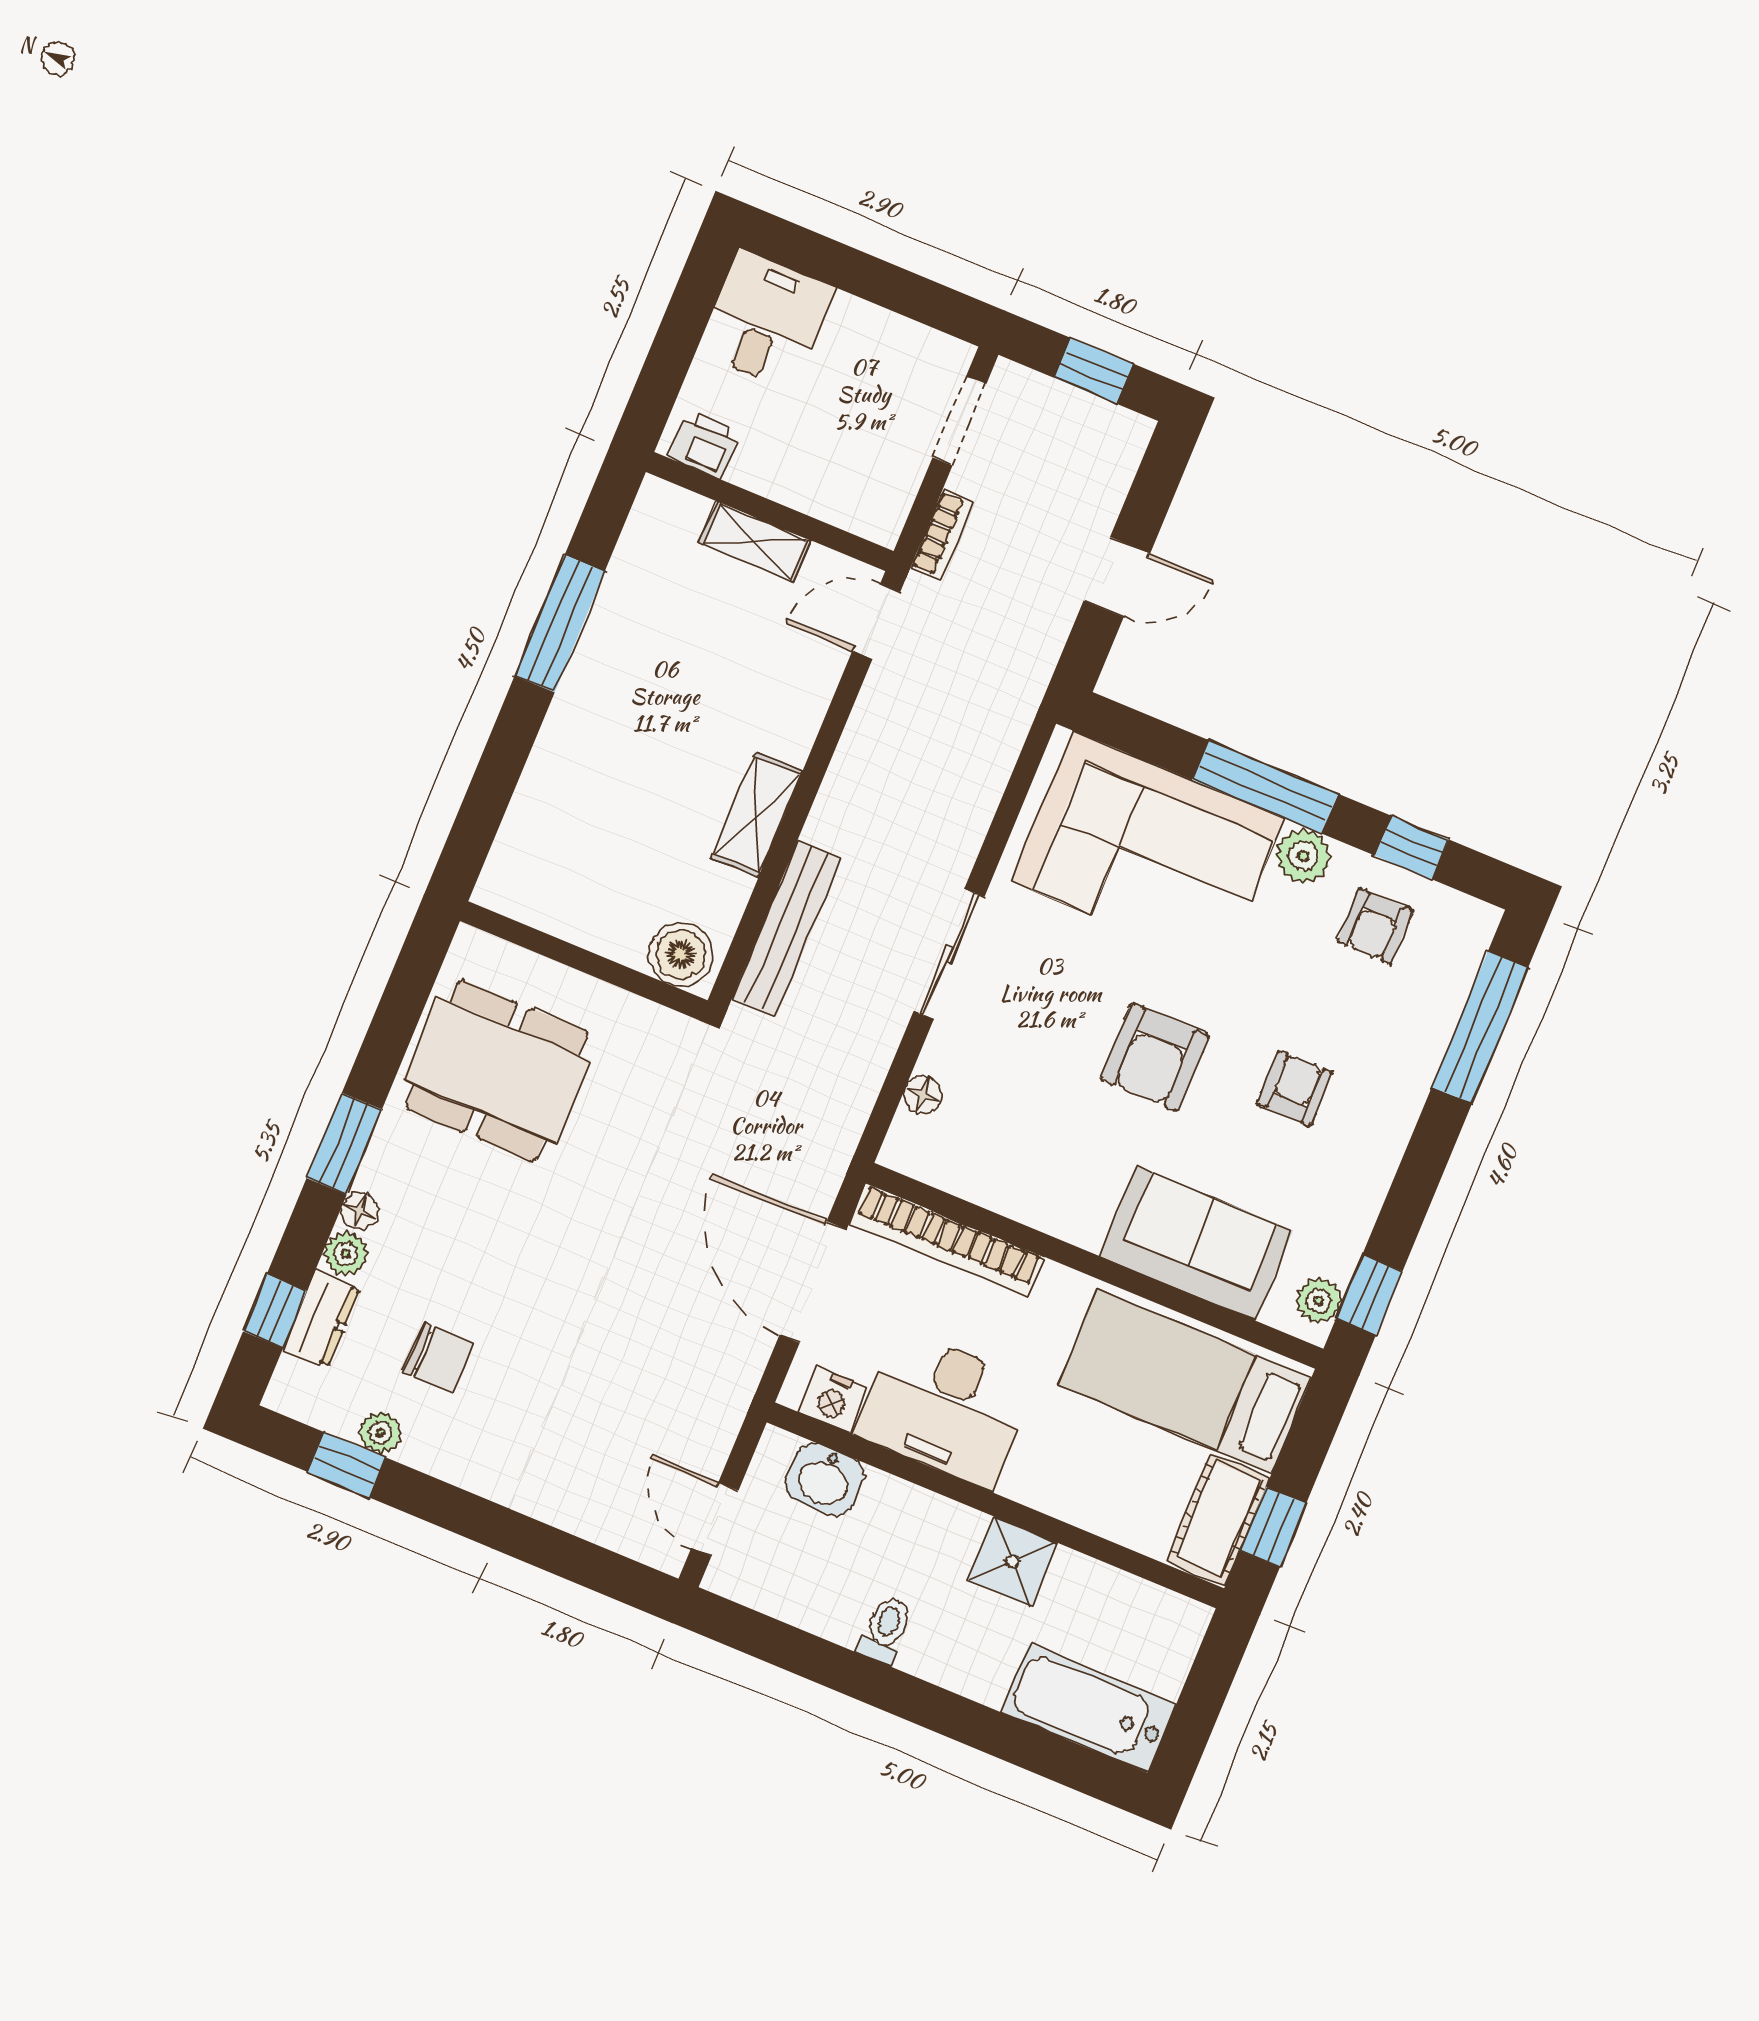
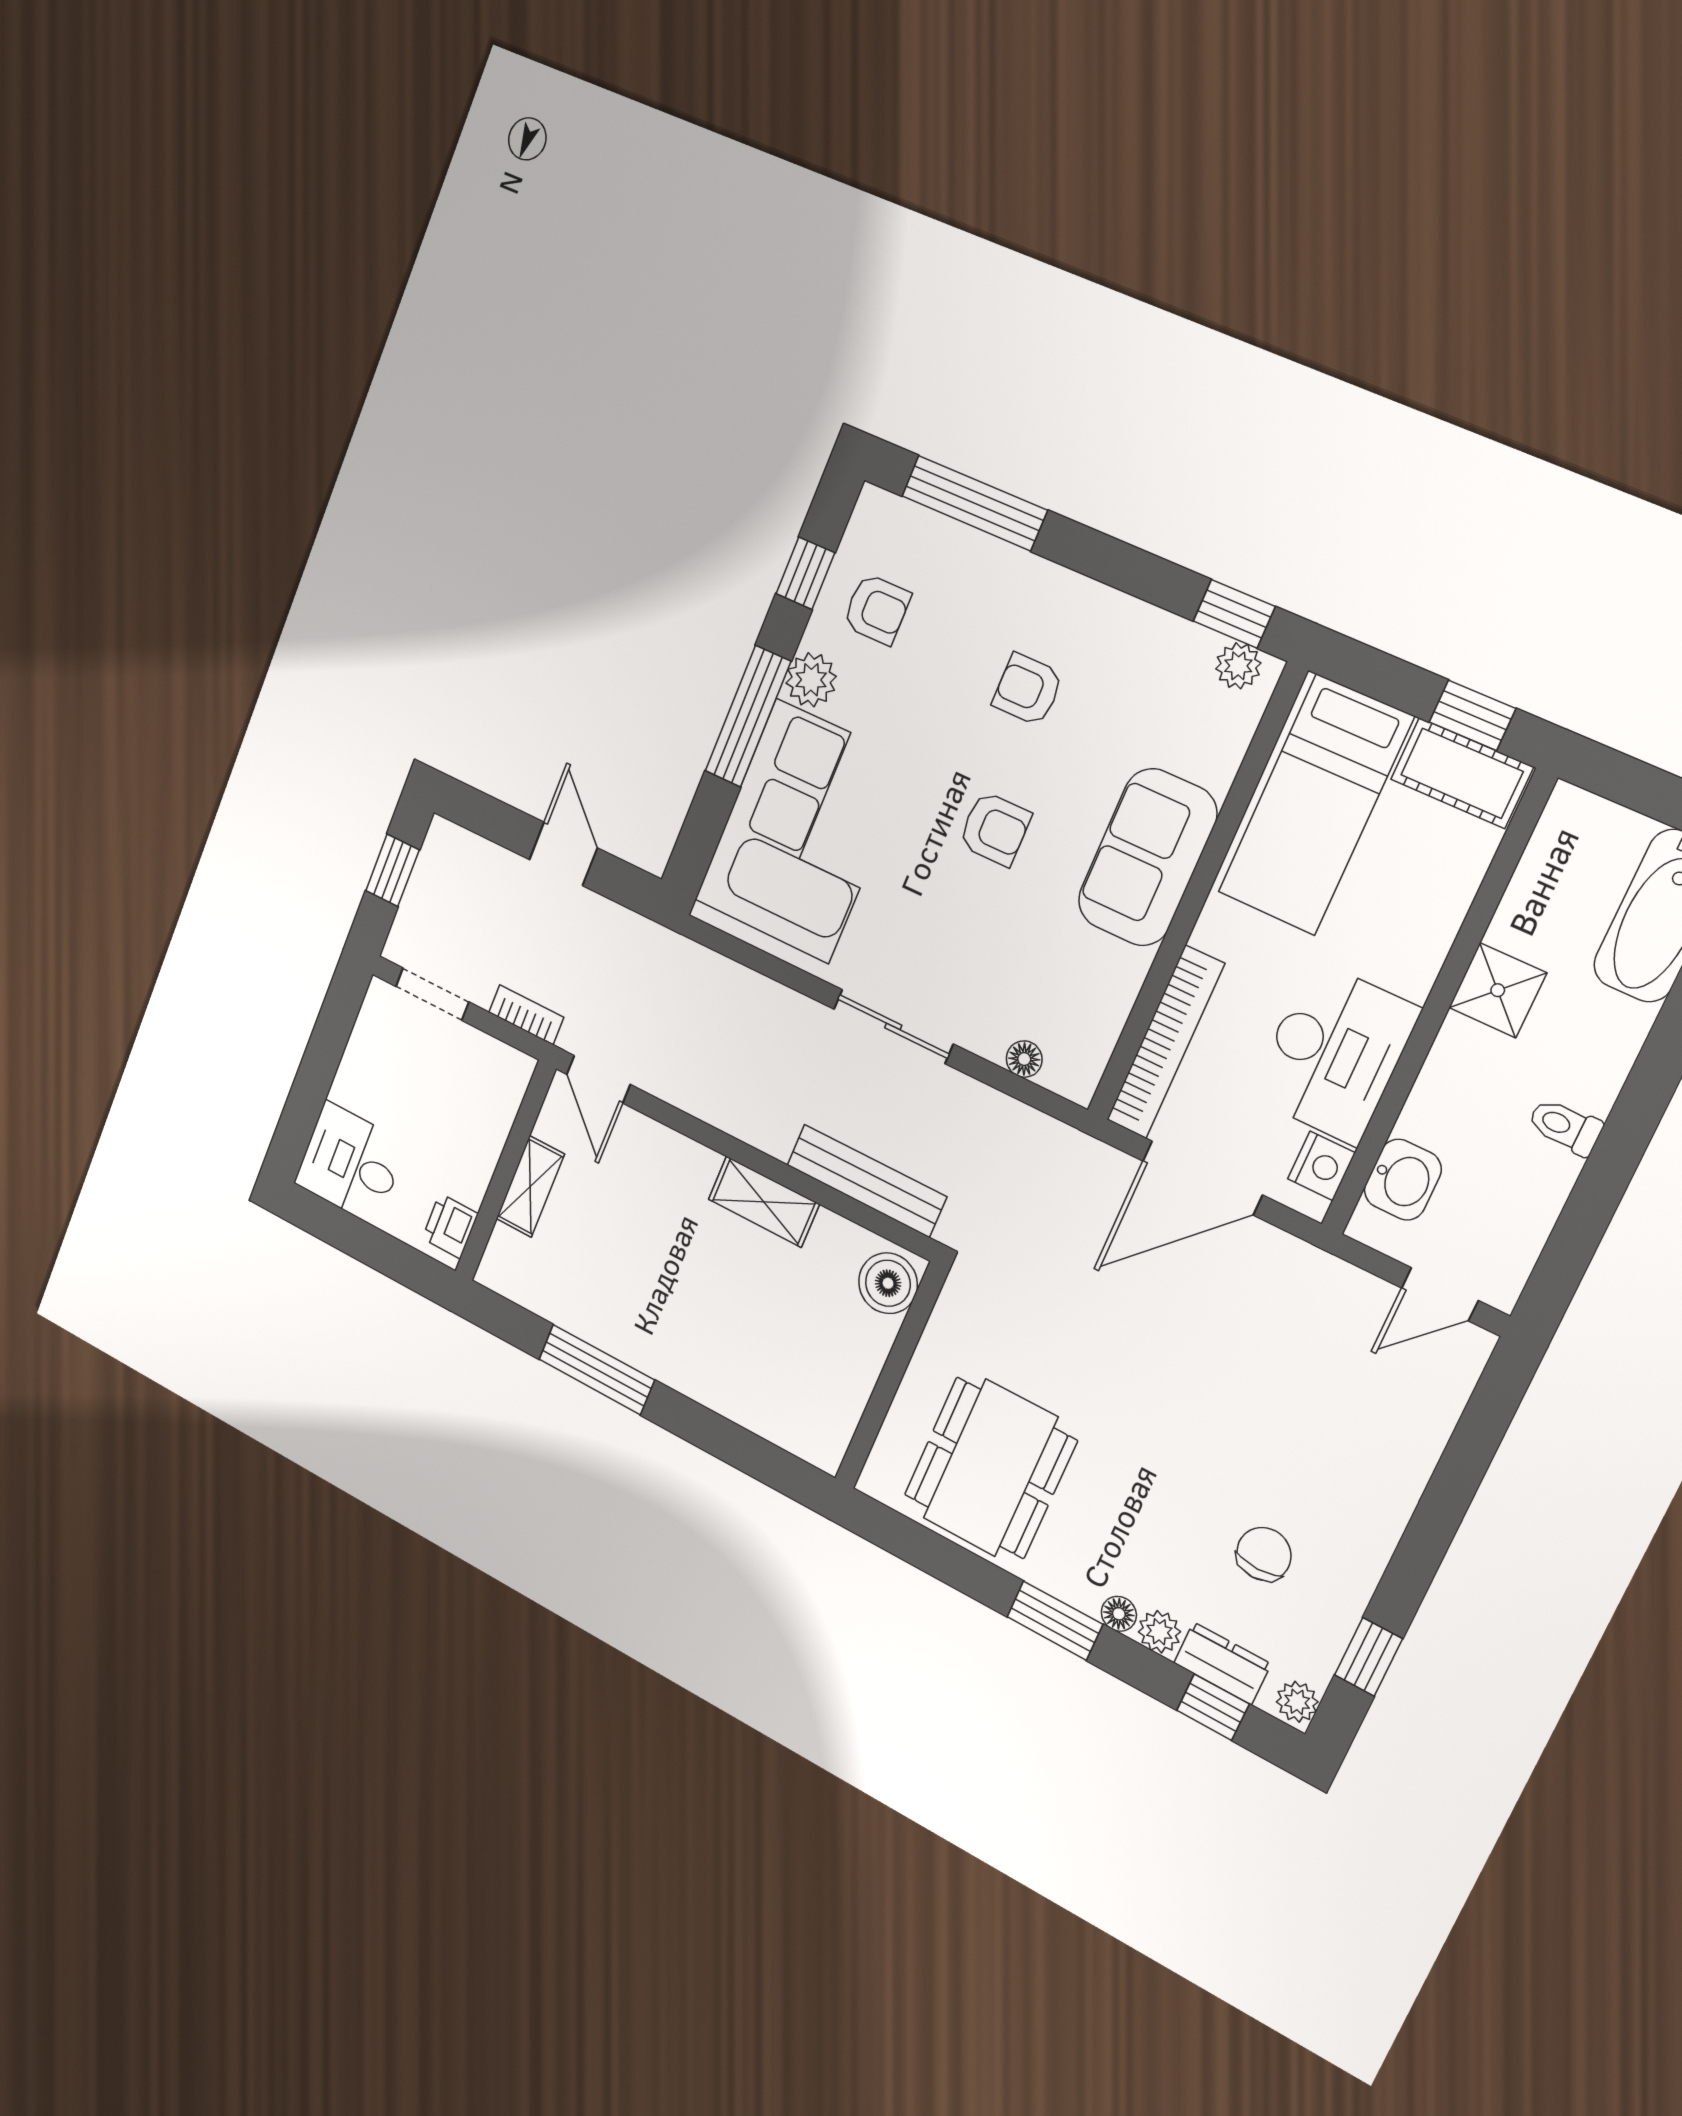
armchair: (1155, 1057) -> (995, 829), width x0.72, depth x0.72
sofa: (1196, 1243) -> (1147, 857), moved
plant: (380, 1433) -> (1297, 1702), moved

